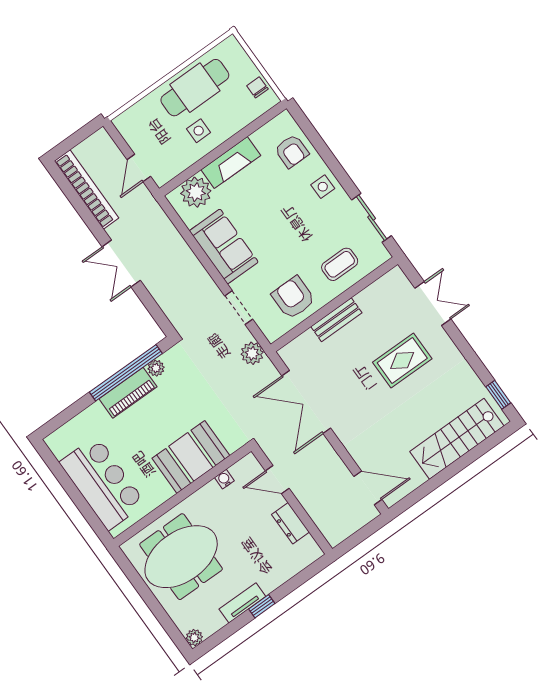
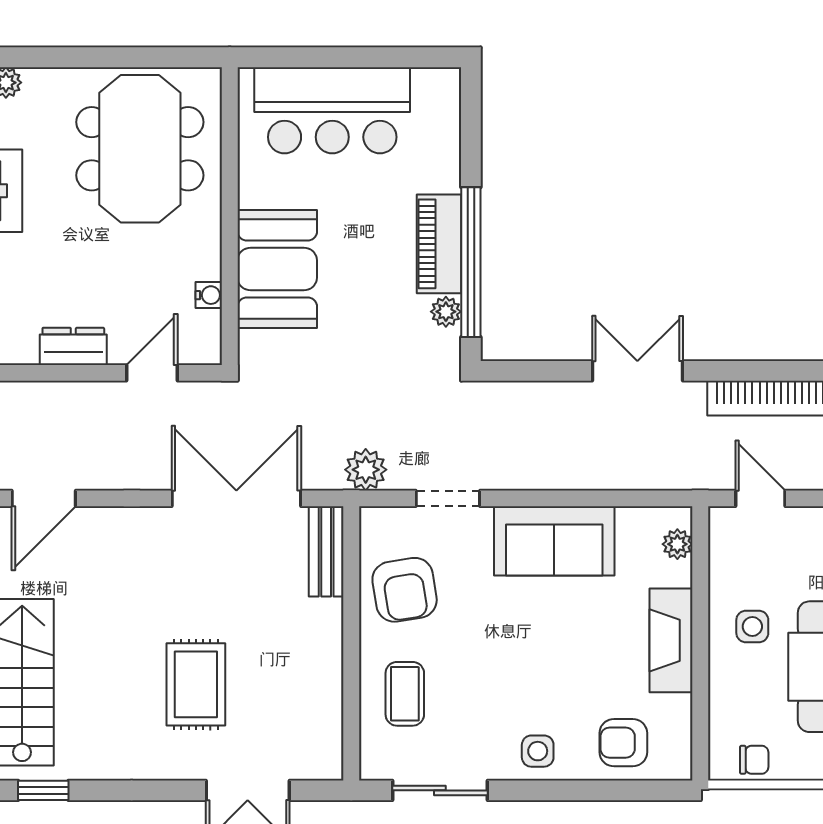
plant: (196, 192) -> (677, 544), width x0.53, depth x0.53
armchair: (293, 298) -> (405, 590), turned 81
bench: (336, 320) -> (326, 551), moved

